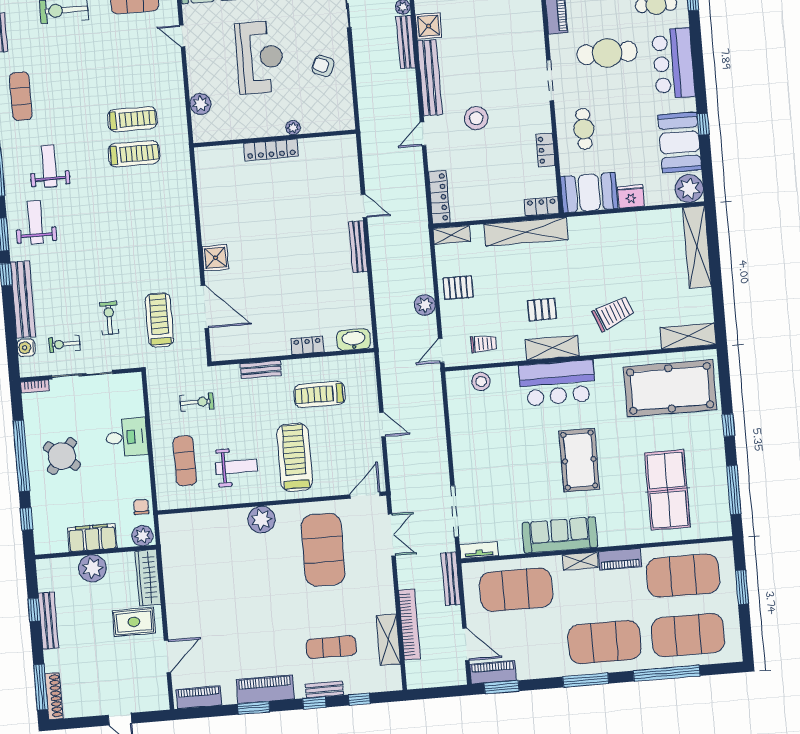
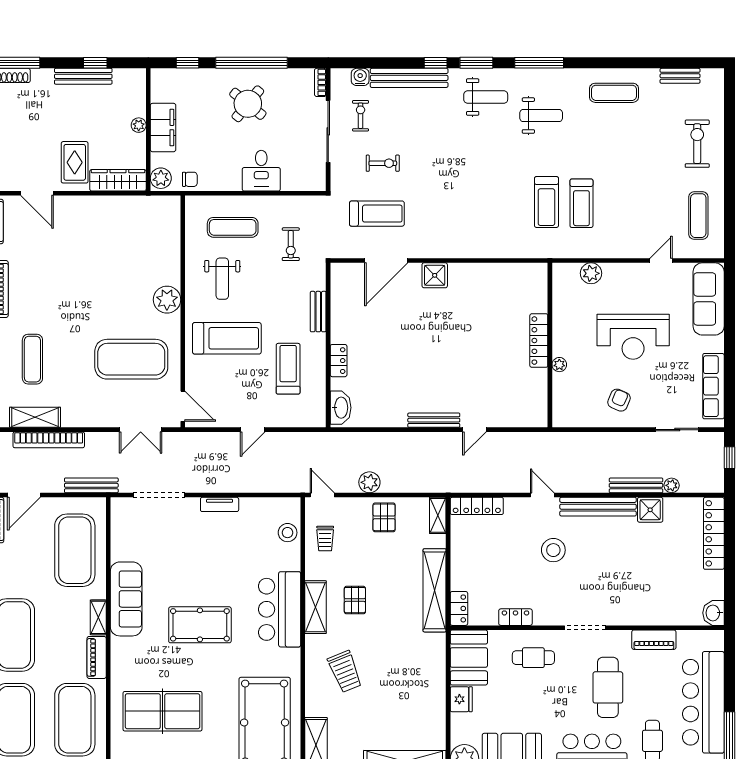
tv unit: (479, 550) -> (220, 504), moved, turned 90
plant: (92, 568) -> (139, 125), width x0.53, depth x0.53

